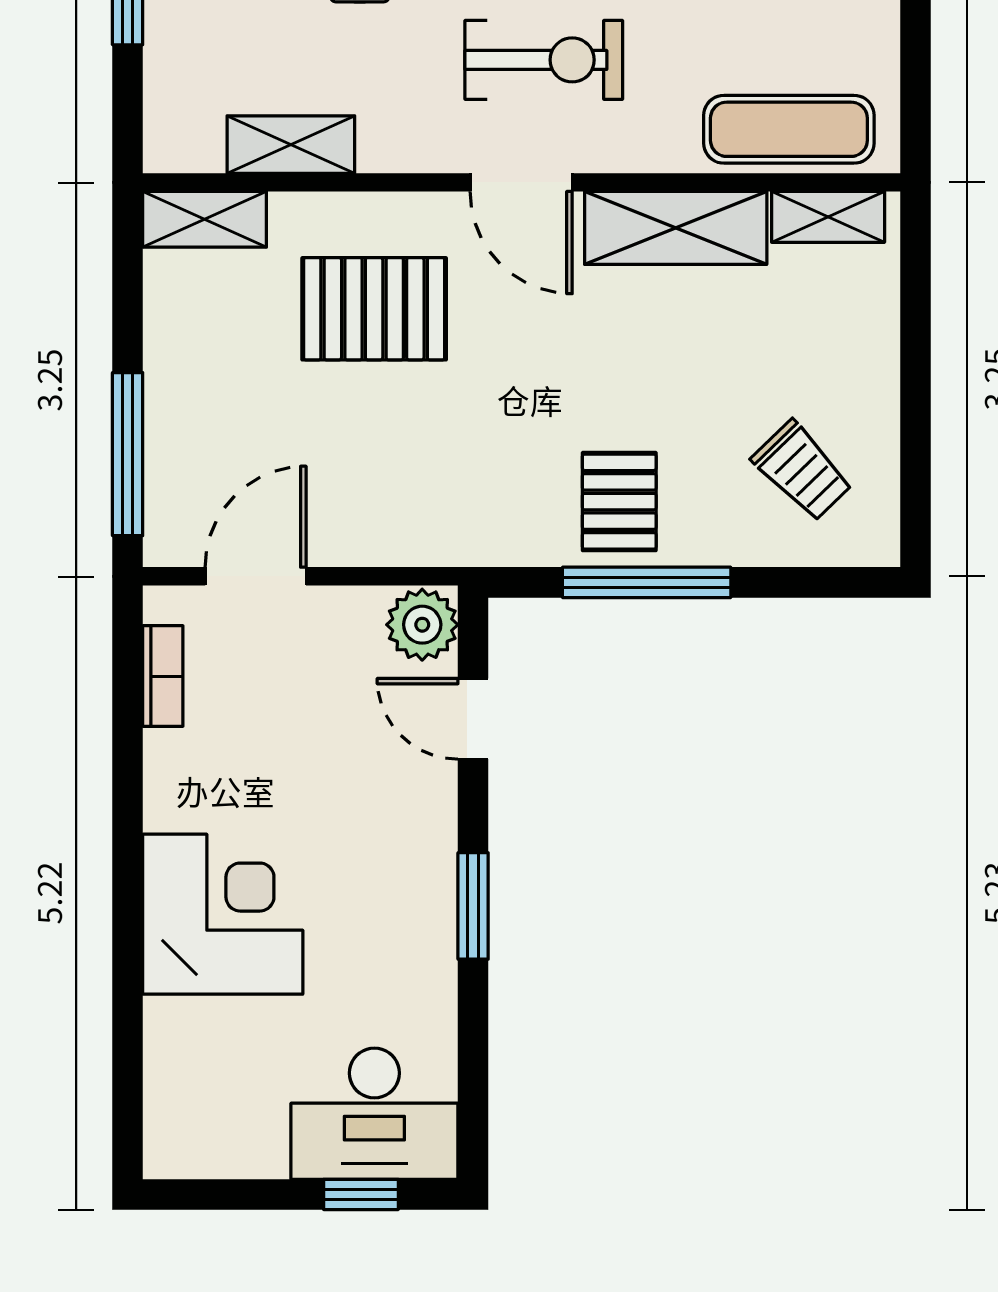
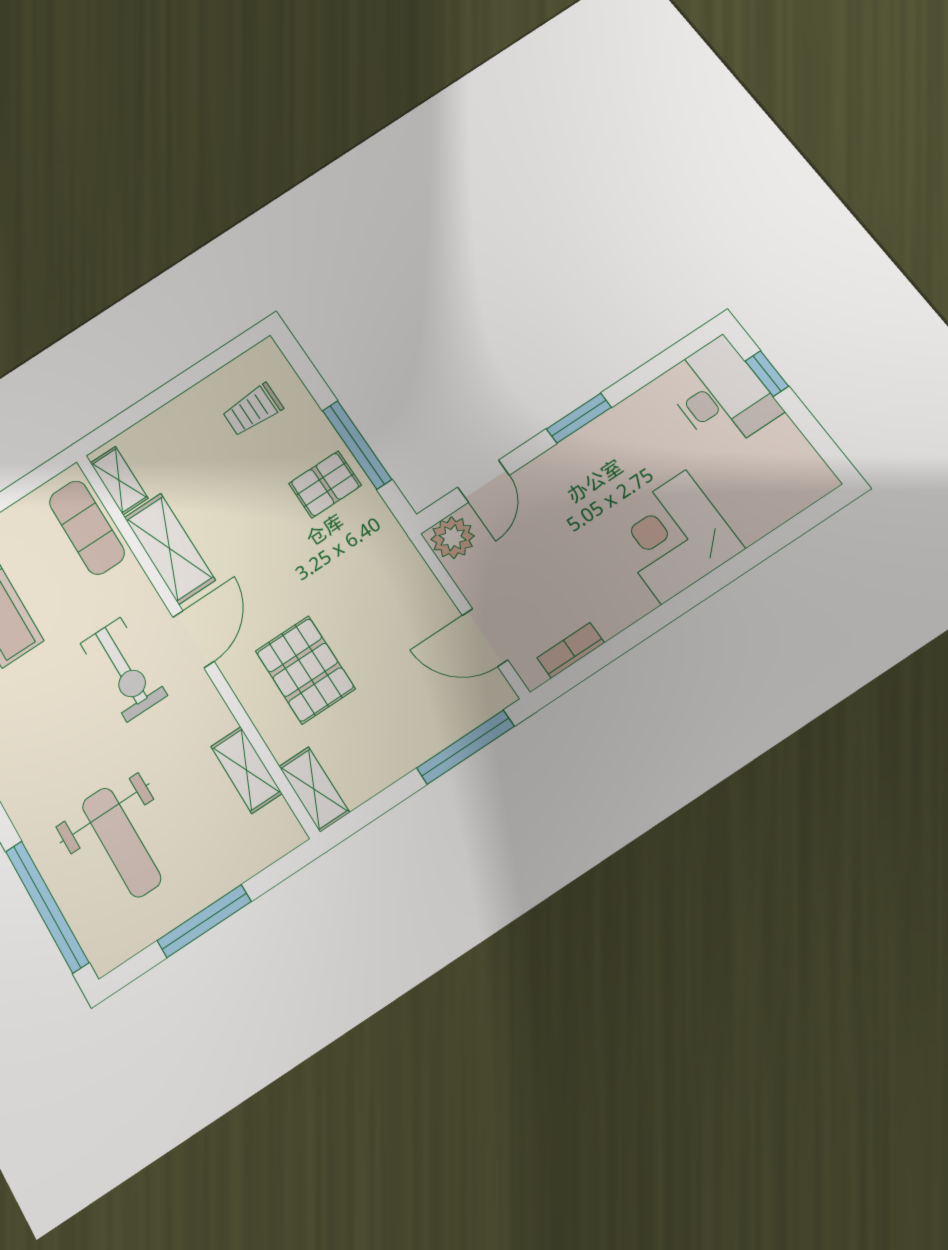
exercise bike: (544, 60) -> (124, 669), turned 180
trolley: (802, 471) -> (253, 410), turned -136

